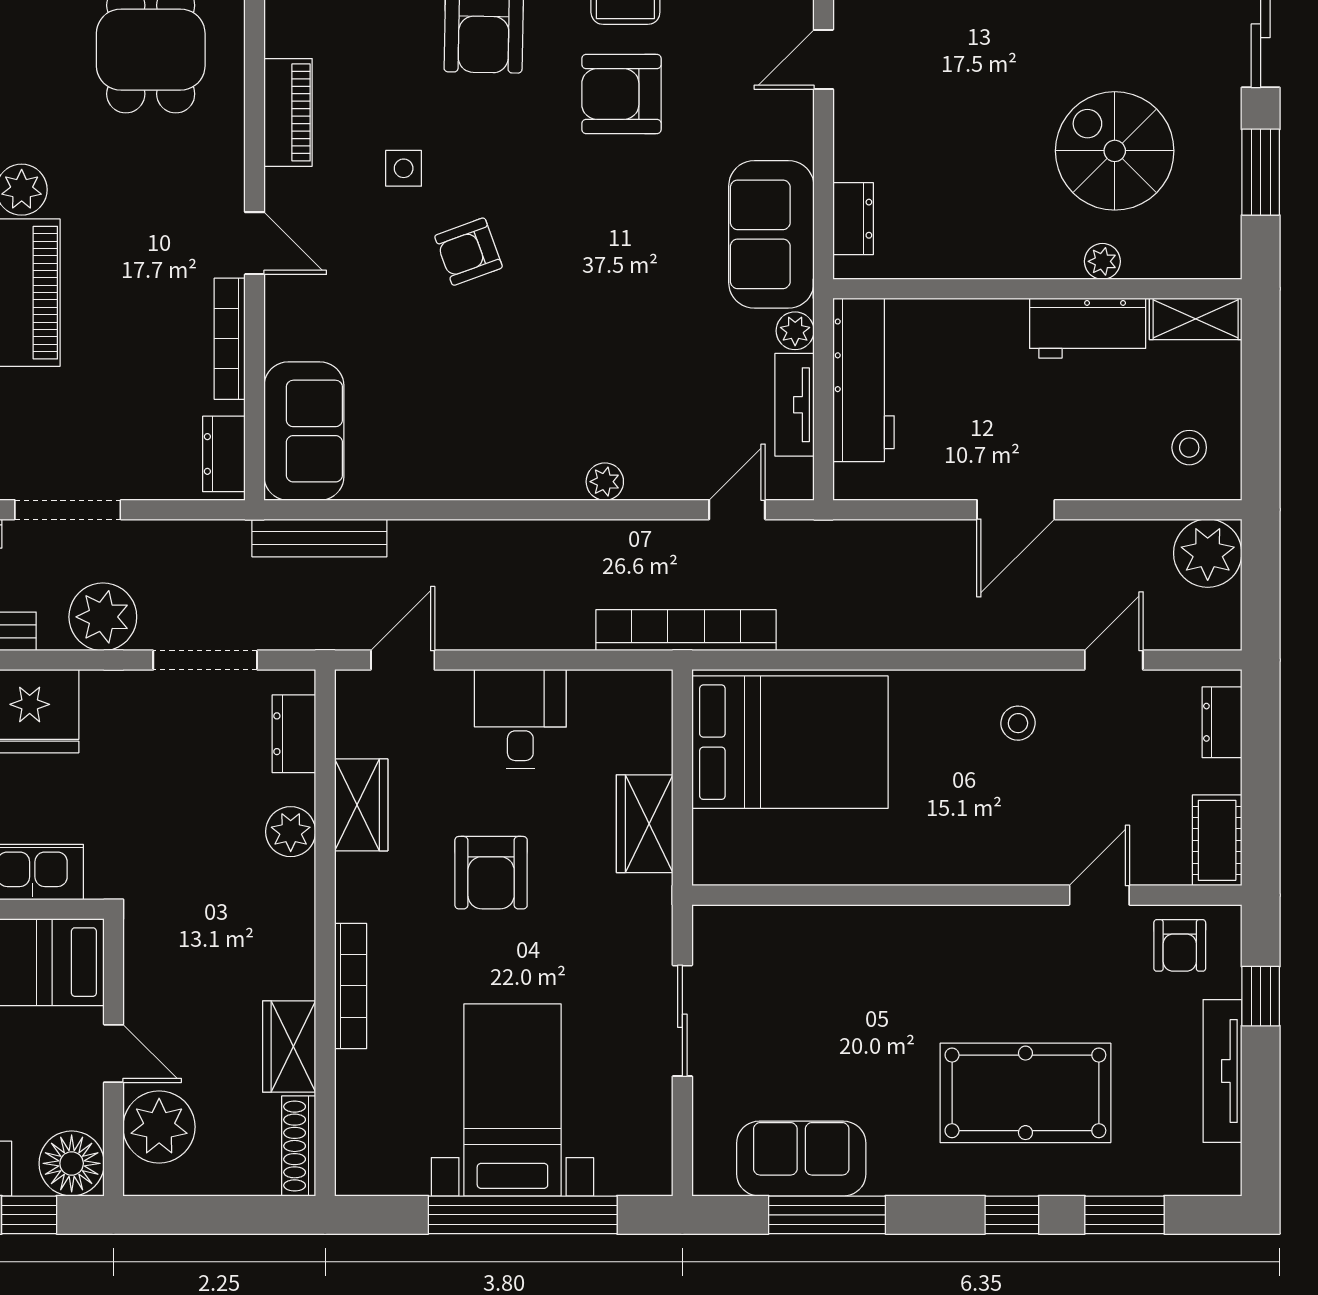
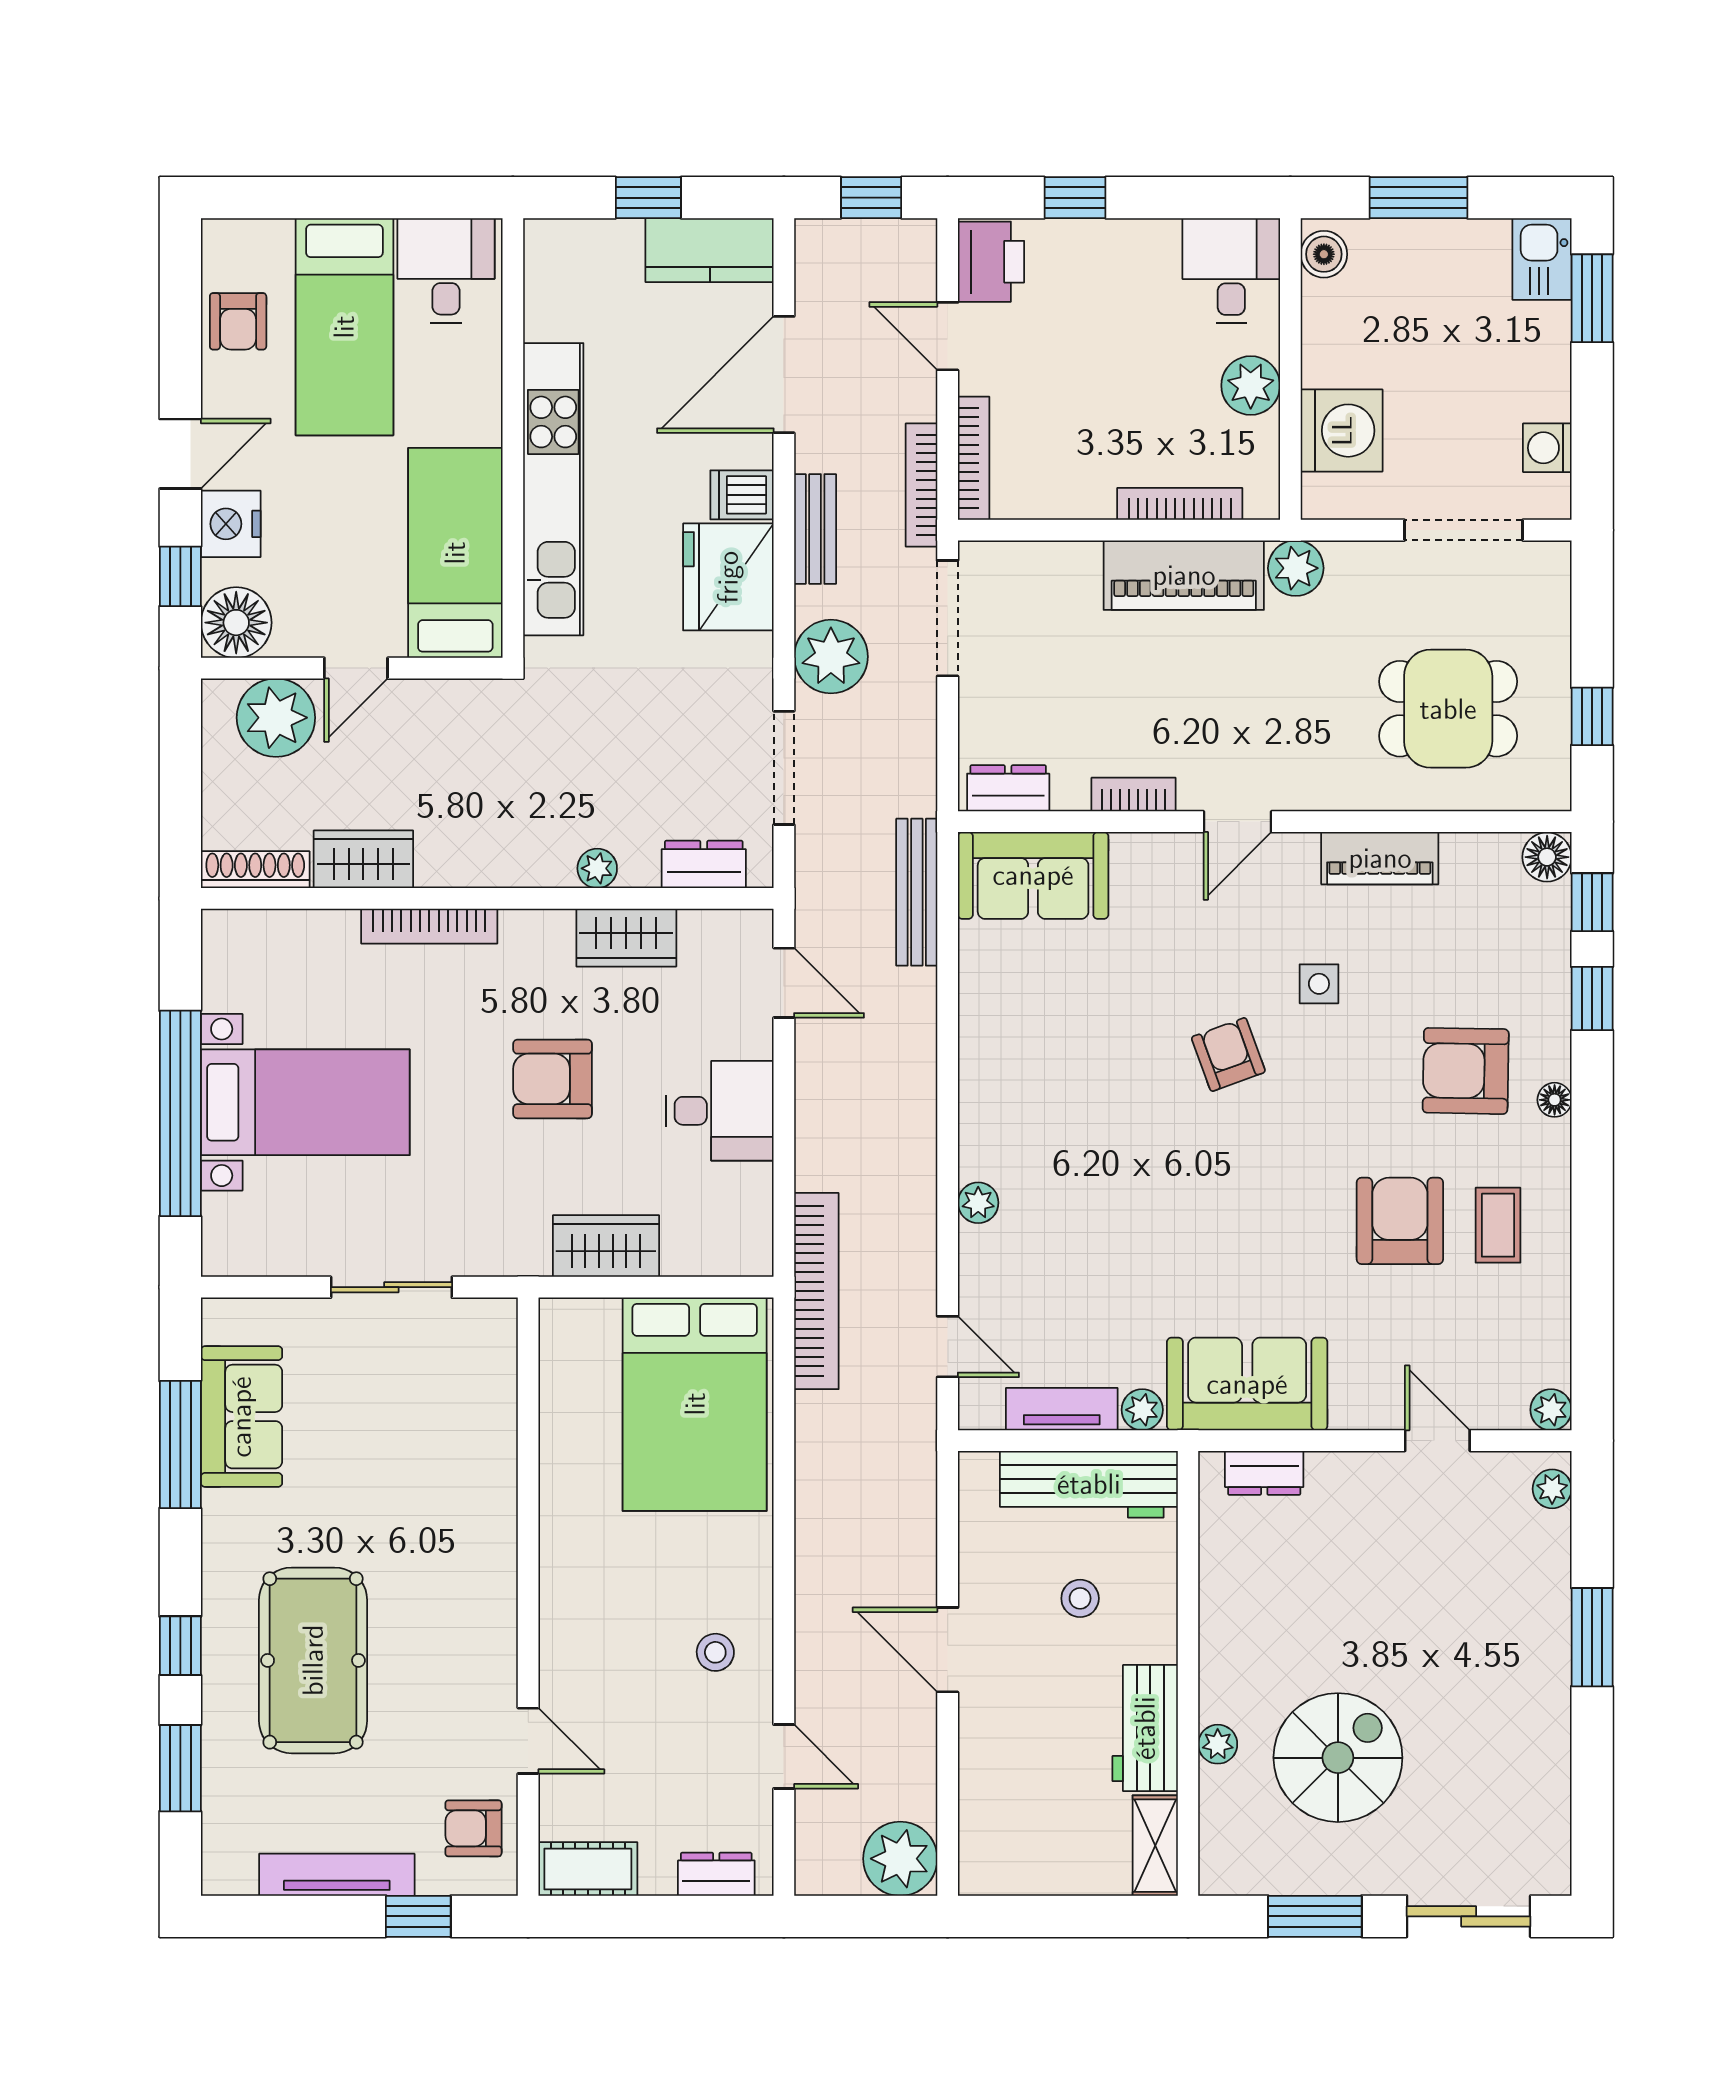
bookcase: (230, 339) -> (1134, 795), width x0.64
stool: (1189, 448) -> (1080, 1598), moved
plant: (291, 832) -> (597, 868), width x0.73, depth x0.73

